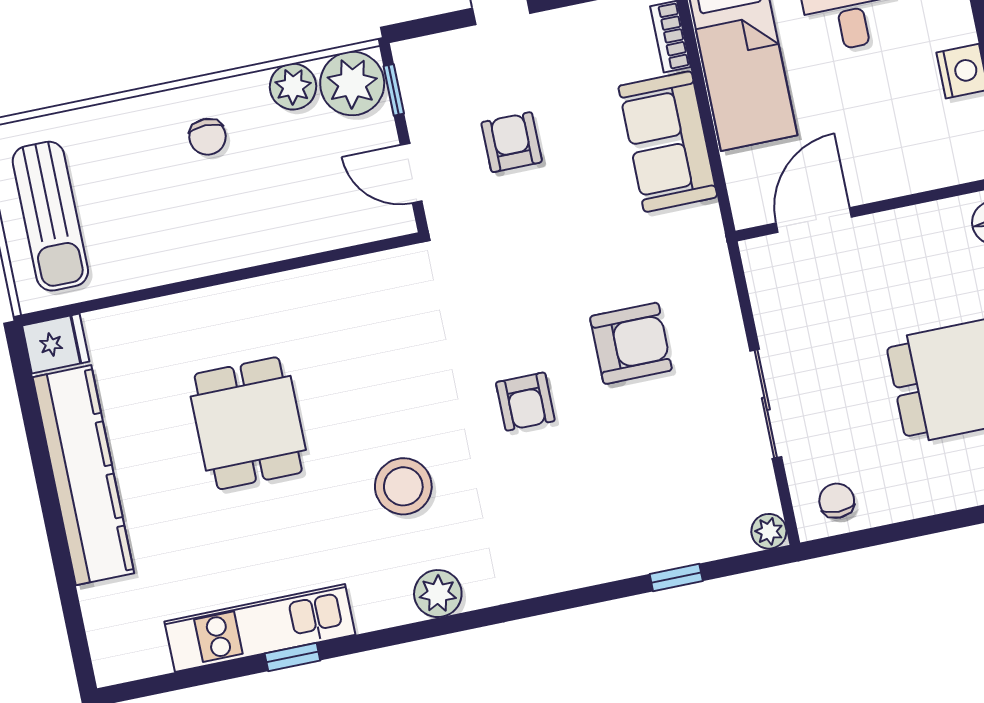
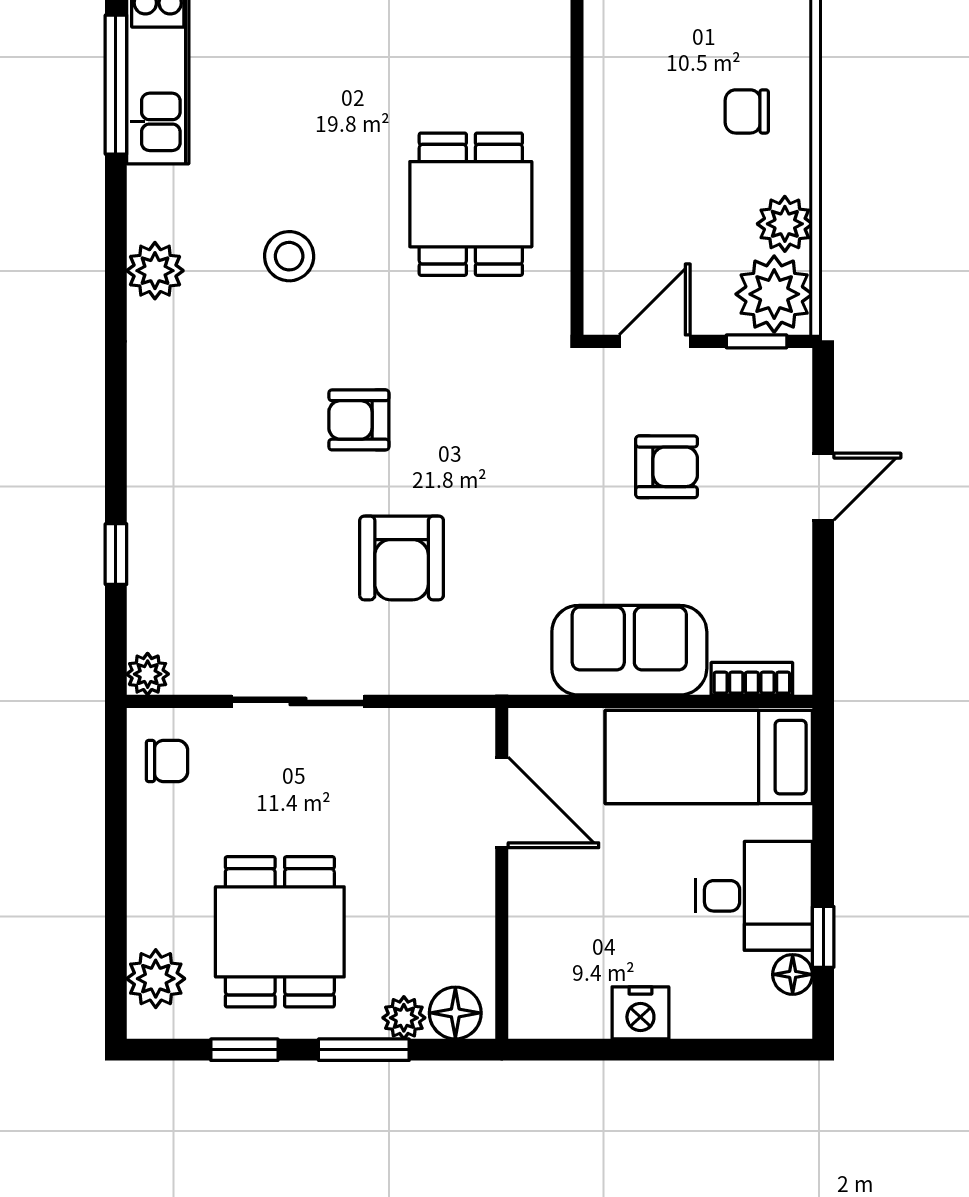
dining table: (248, 423) -> (471, 204), moved, turned 90
stool: (403, 486) -> (289, 256), width x0.73, depth x0.73
window: (292, 657) -> (116, 85), width x2.17

